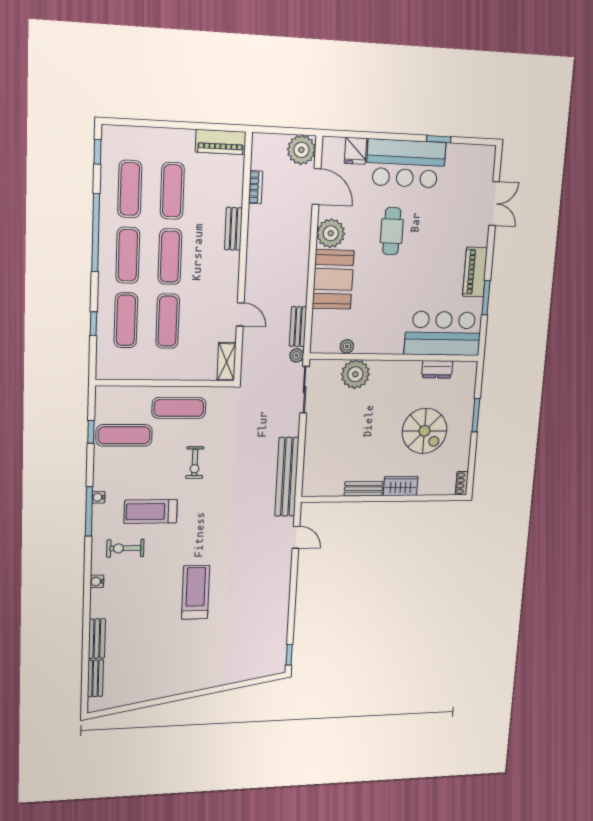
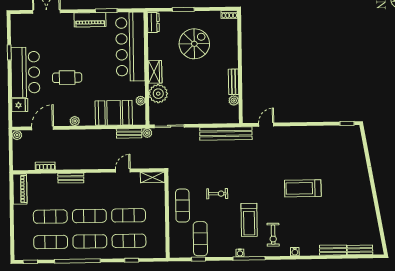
plant: (301, 150) -> (17, 135), width x0.53, depth x0.53
plant: (331, 233) -> (75, 121), width x0.53, depth x0.53
booth: (333, 279) -> (114, 113), moved
bar counter: (443, 333) -> (130, 47), width x1.36
dresser: (437, 369) -> (153, 23), moved
wardrobe: (401, 486) -> (155, 72), moved, turned 180
plant: (336, 489) -> (234, 101), added

